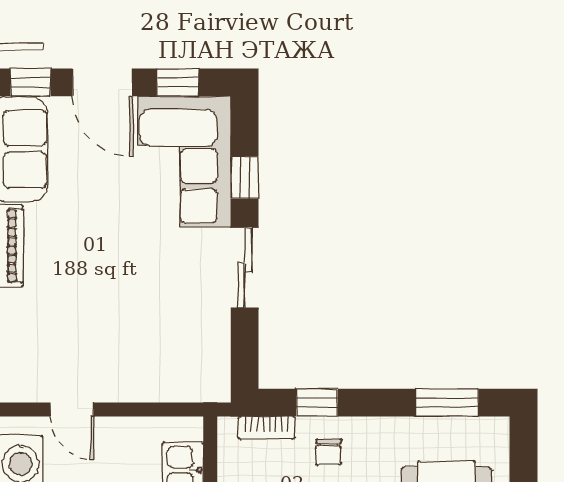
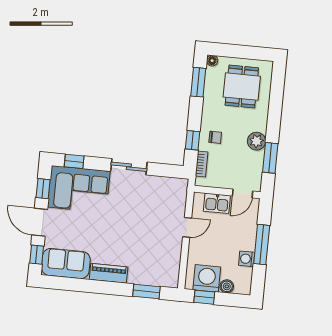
door: (103, 82) -> (40, 222), swing flipped
window: (245, 177) -> (74, 161), moved
door: (72, 409) -> (187, 227), moved
floor lamp: (497, 429) -> (212, 61), added

